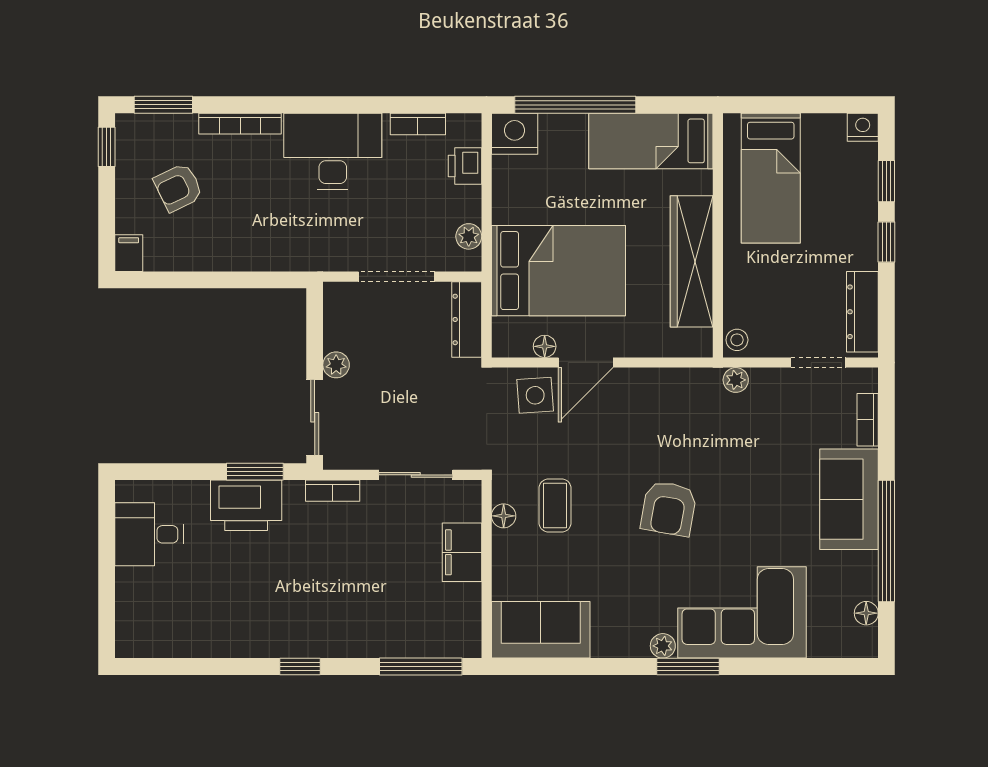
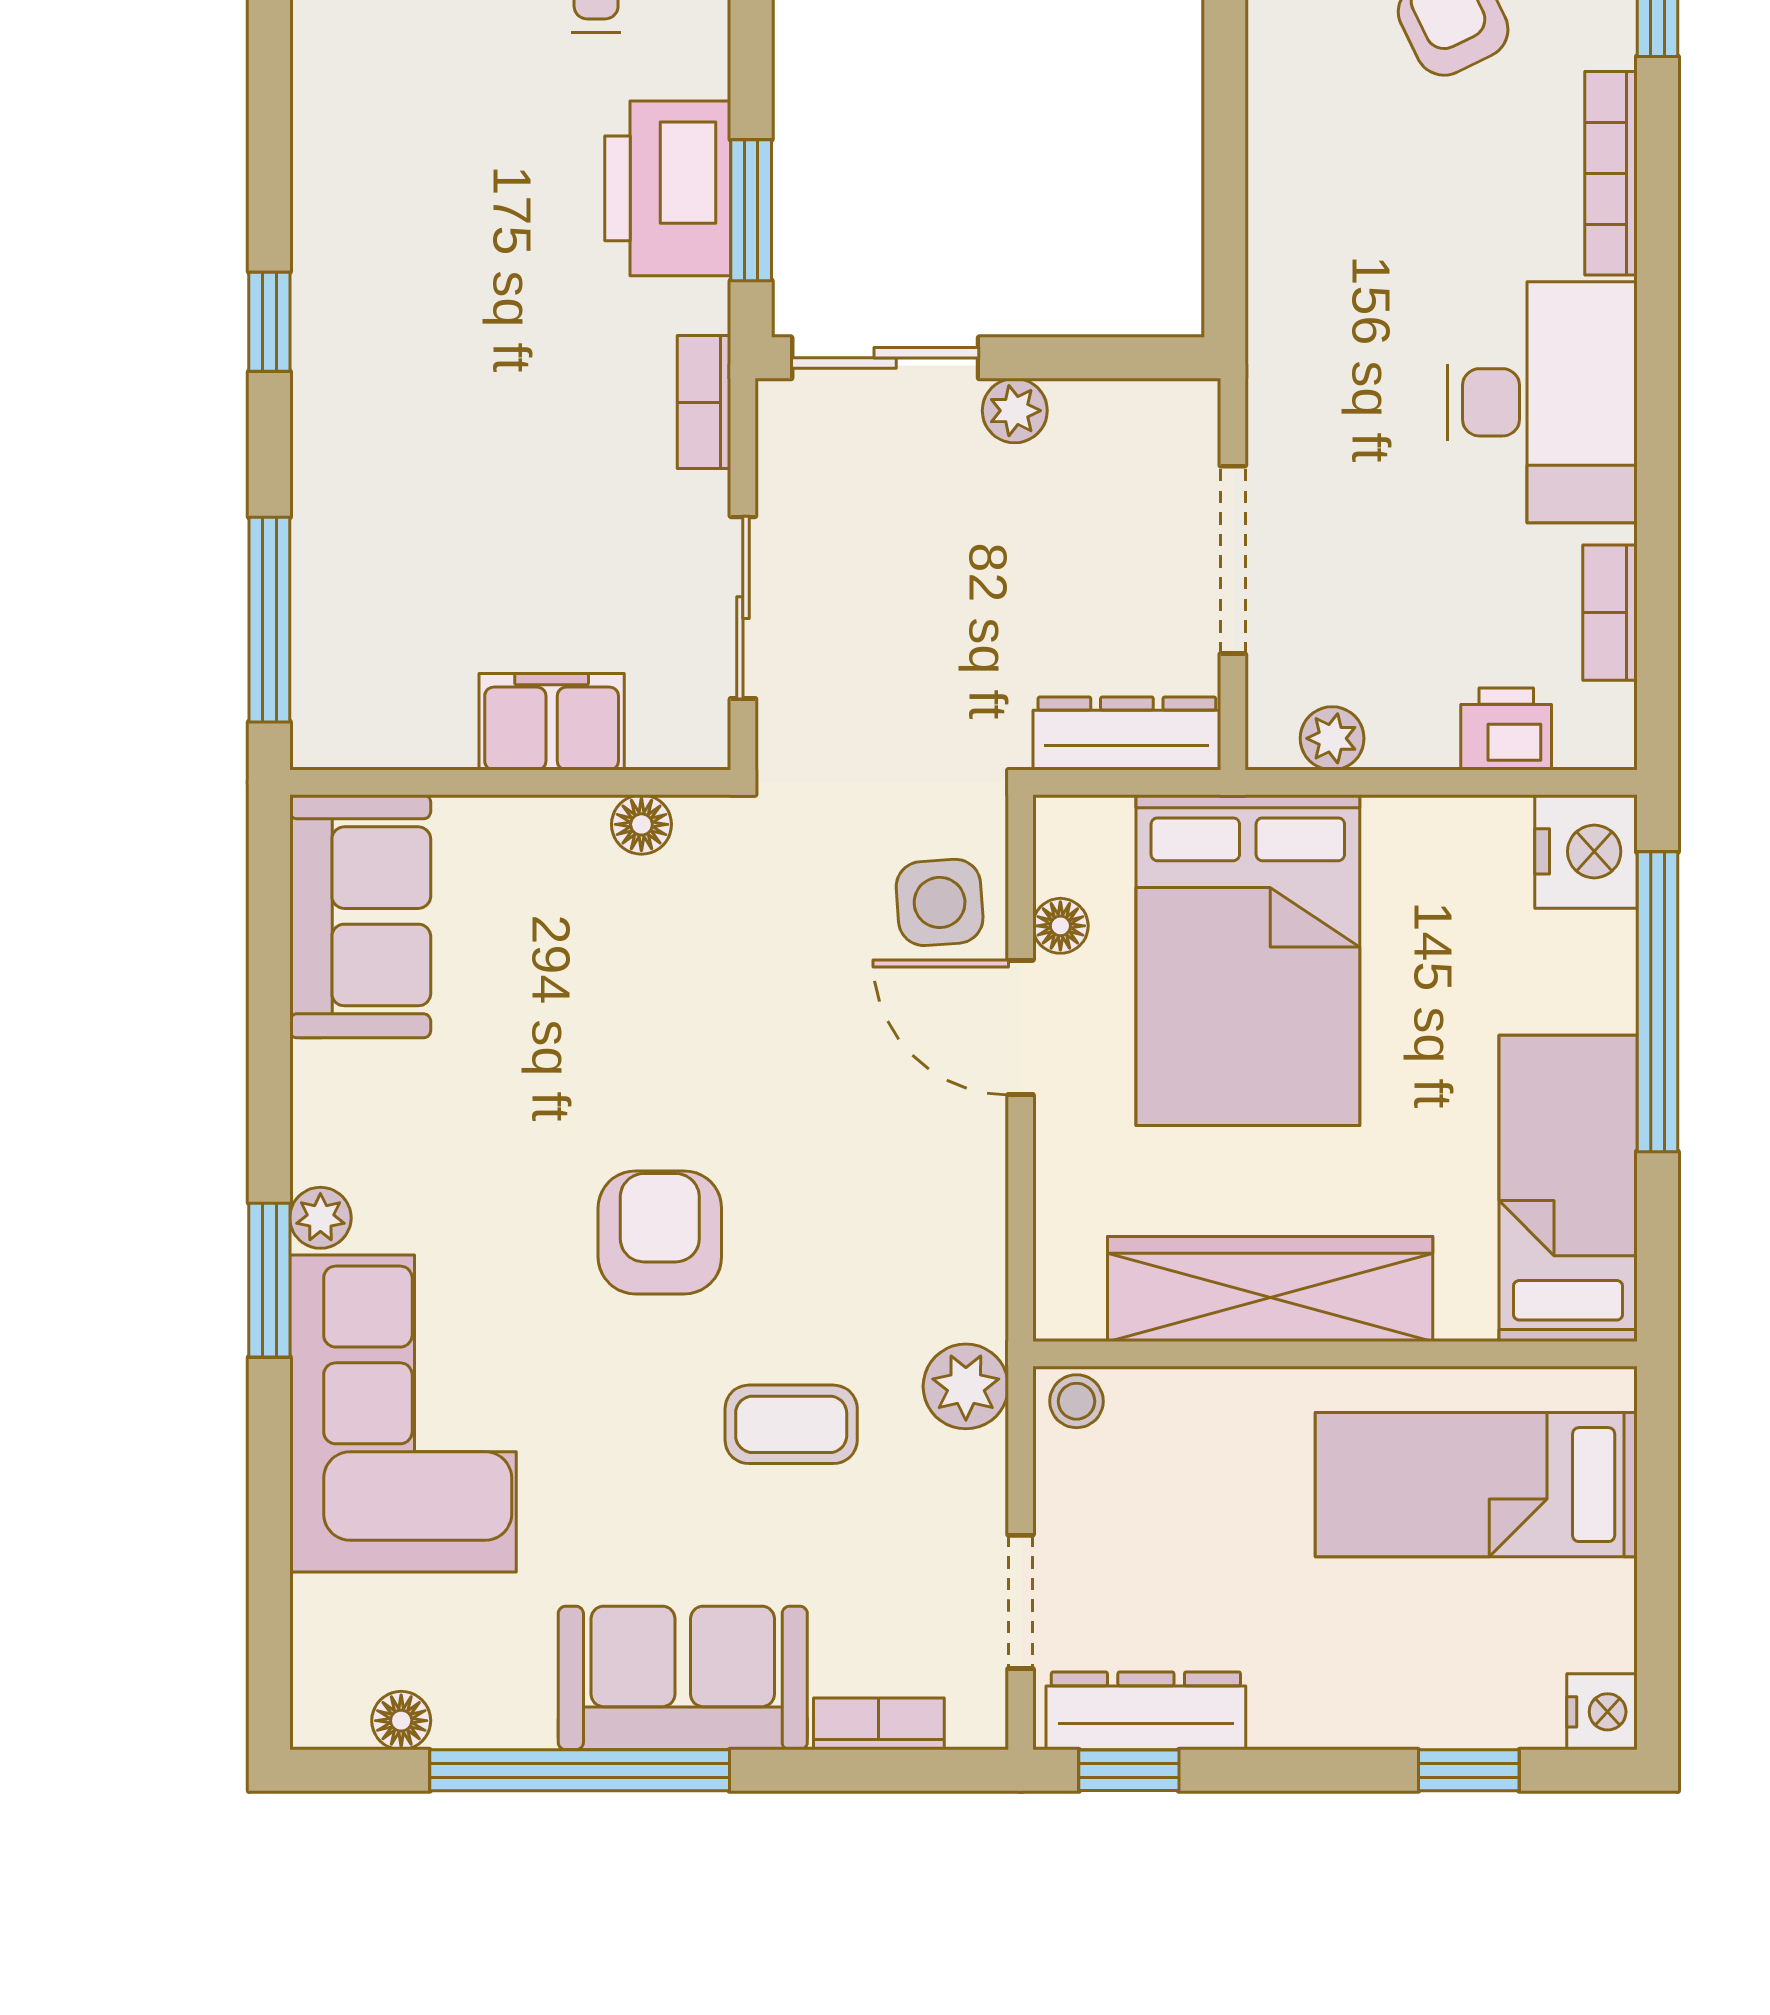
window: (886, 242) -> (1129, 1770), moved
plant: (736, 380) -> (966, 1386), width x1.38, depth x1.38
coffee table: (555, 506) -> (791, 1424), moved
armchair: (669, 509) -> (660, 1232), turned 80

